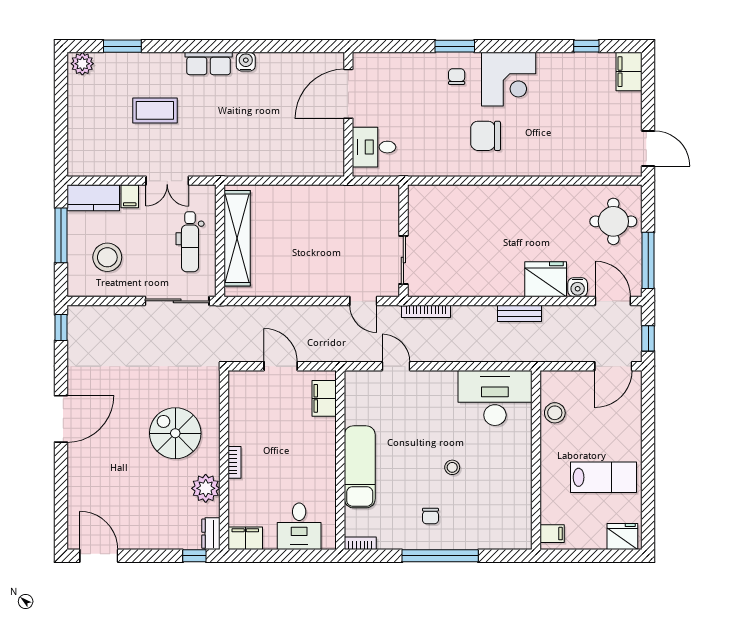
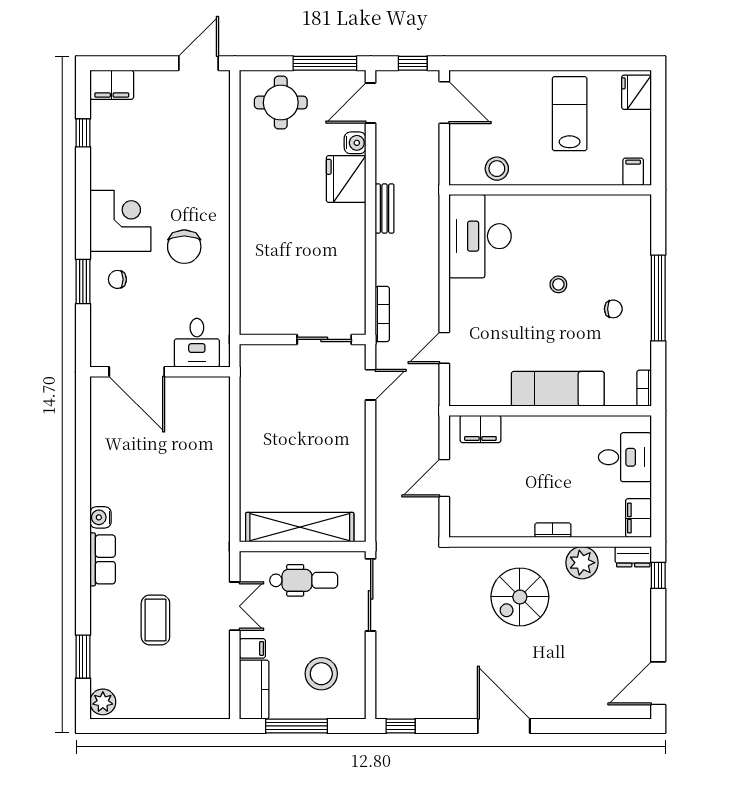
door: (348, 94) -> (137, 372), moved
wall: (348, 114) -> (160, 372), moved
desk: (374, 147) -> (197, 343), moved

